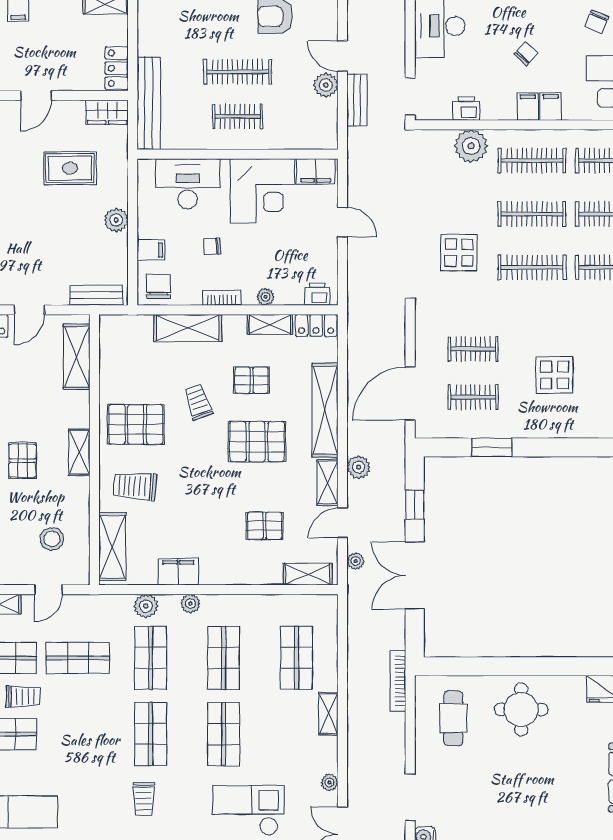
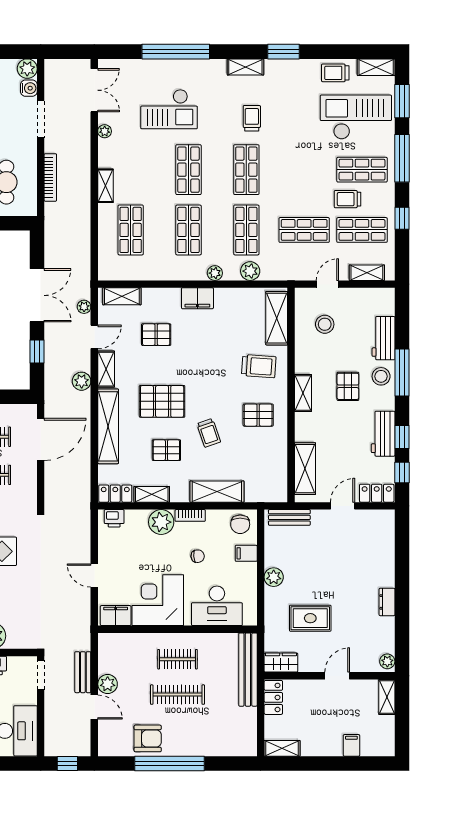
plant: (266, 297) -> (161, 522), width x1.87, depth x1.87
pallet: (136, 424) -> (258, 415), width x0.67, depth x0.71
filing cabinet: (178, 572) -> (197, 298), moved
bookcase: (398, 681) -> (50, 177), moved

